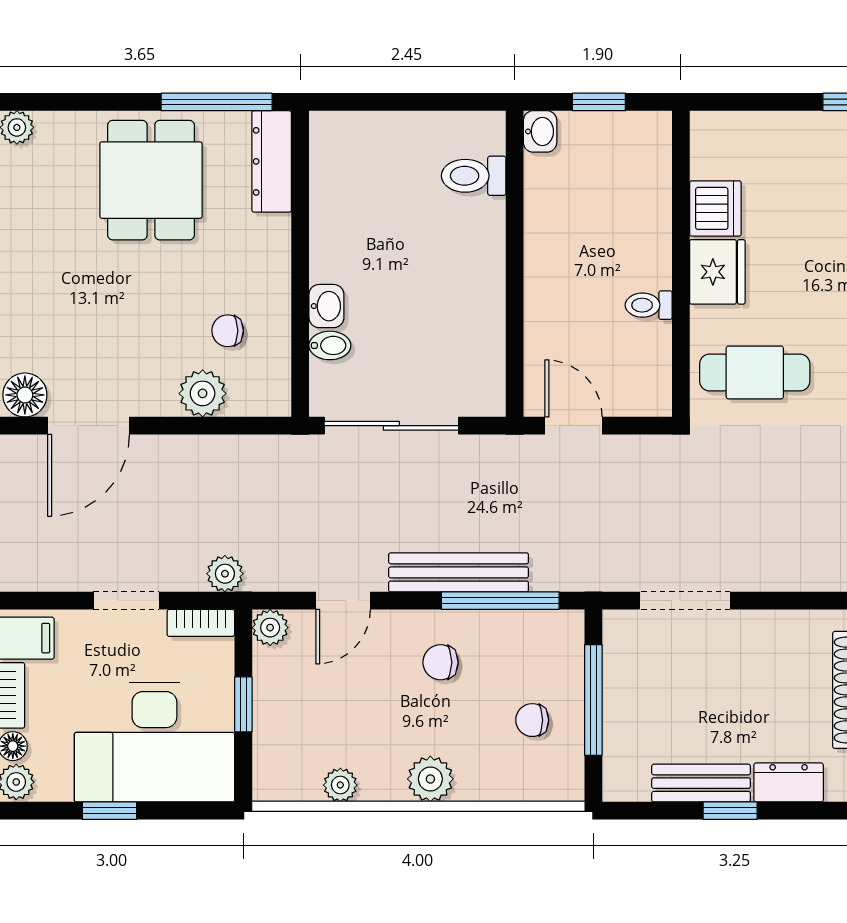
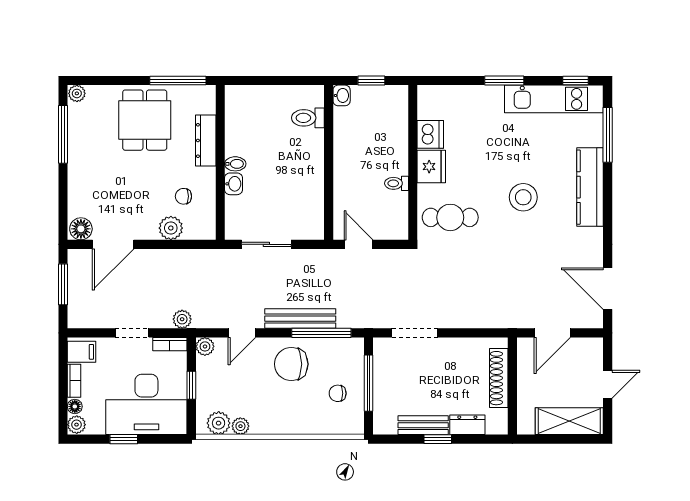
dresser: (272, 161) -> (206, 140), moved
bidet: (330, 345) -> (235, 164), moved
sliding door: (391, 426) -> (266, 244), width x0.73
chair: (441, 662) -> (291, 364), width x1.87, depth x1.87
plant: (430, 779) -> (219, 423), moved

